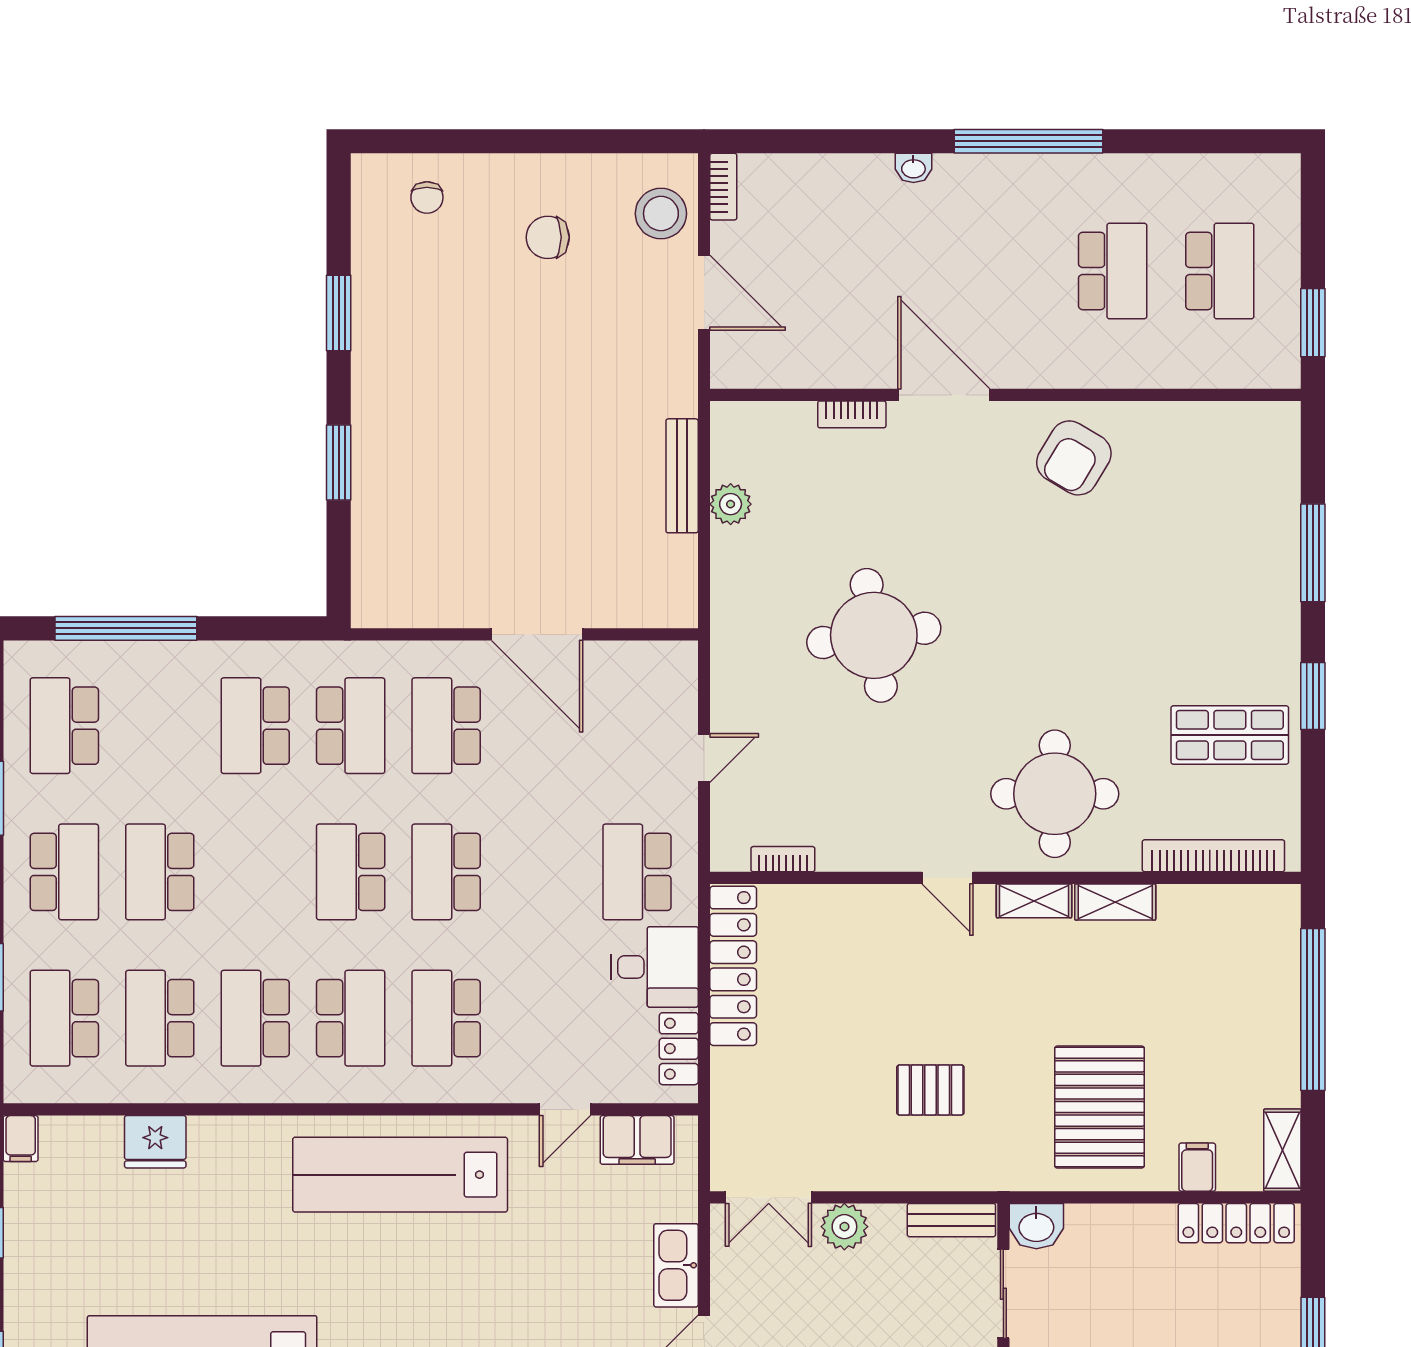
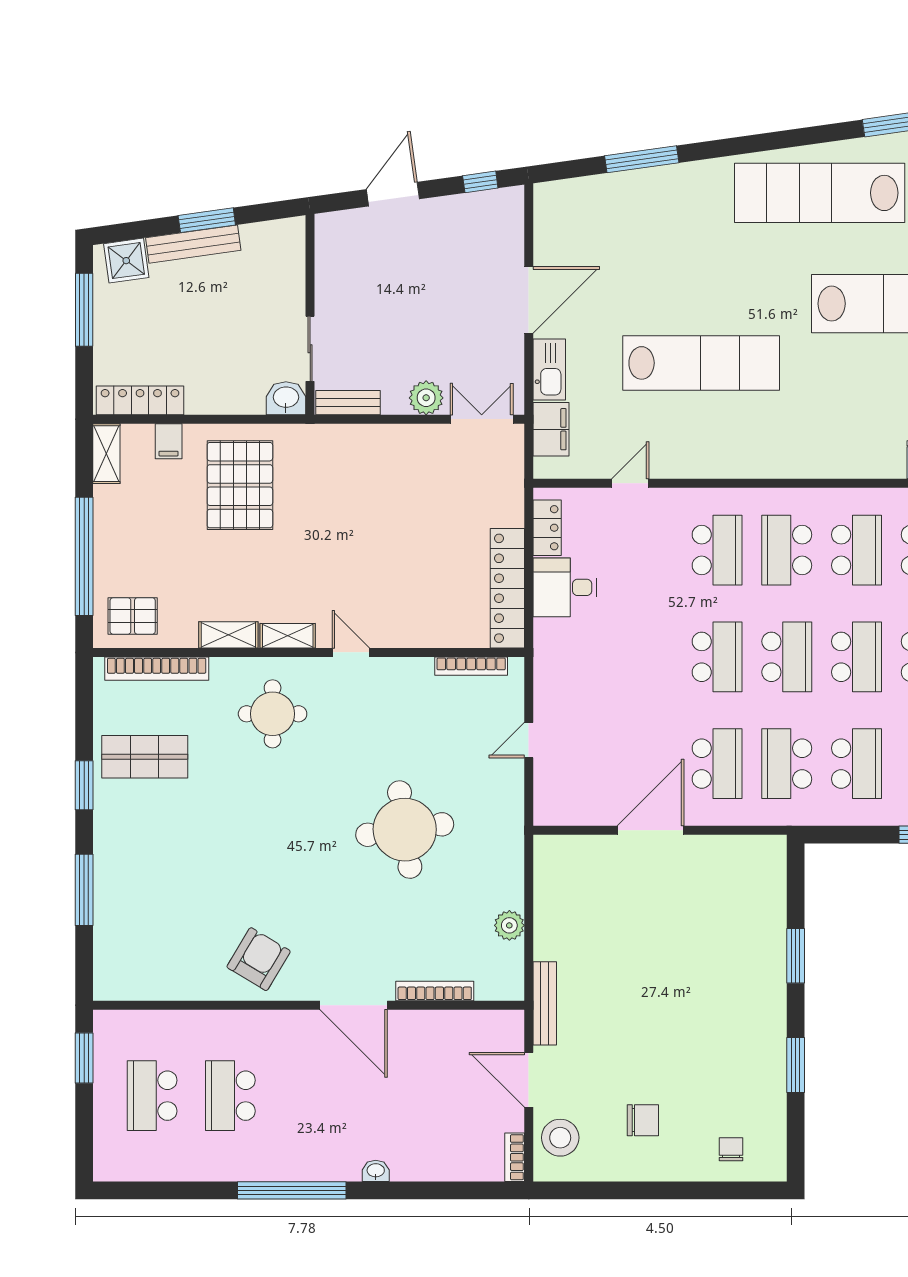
bookcase: (852, 414) -> (435, 991), width x1.56
bench: (682, 476) -> (545, 1003), moved
door: (537, 634) -> (651, 830), hinge flipped
round table: (1055, 794) -> (273, 714), width x0.73, depth x0.73
bookcase: (783, 859) -> (471, 666), width x1.56
school desk: (637, 872) -> (856, 657), moved
pallet: (930, 1090) -> (133, 616), moved
filing cabinet: (637, 1140) -> (551, 429), moved, turned 90
lab bench: (400, 1175) -> (701, 363), moved

